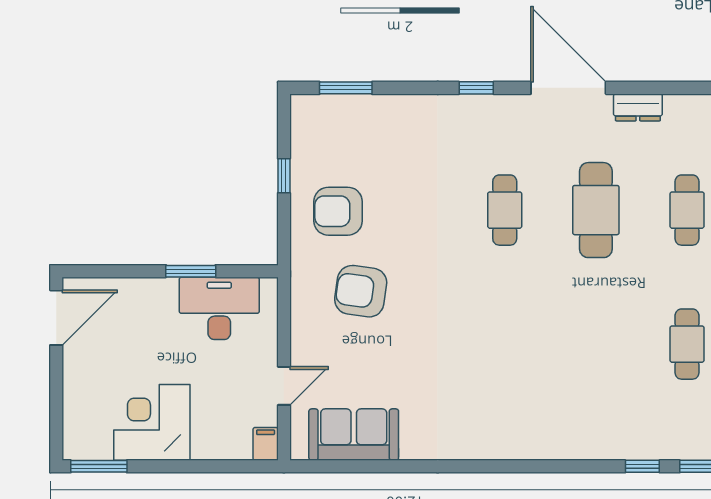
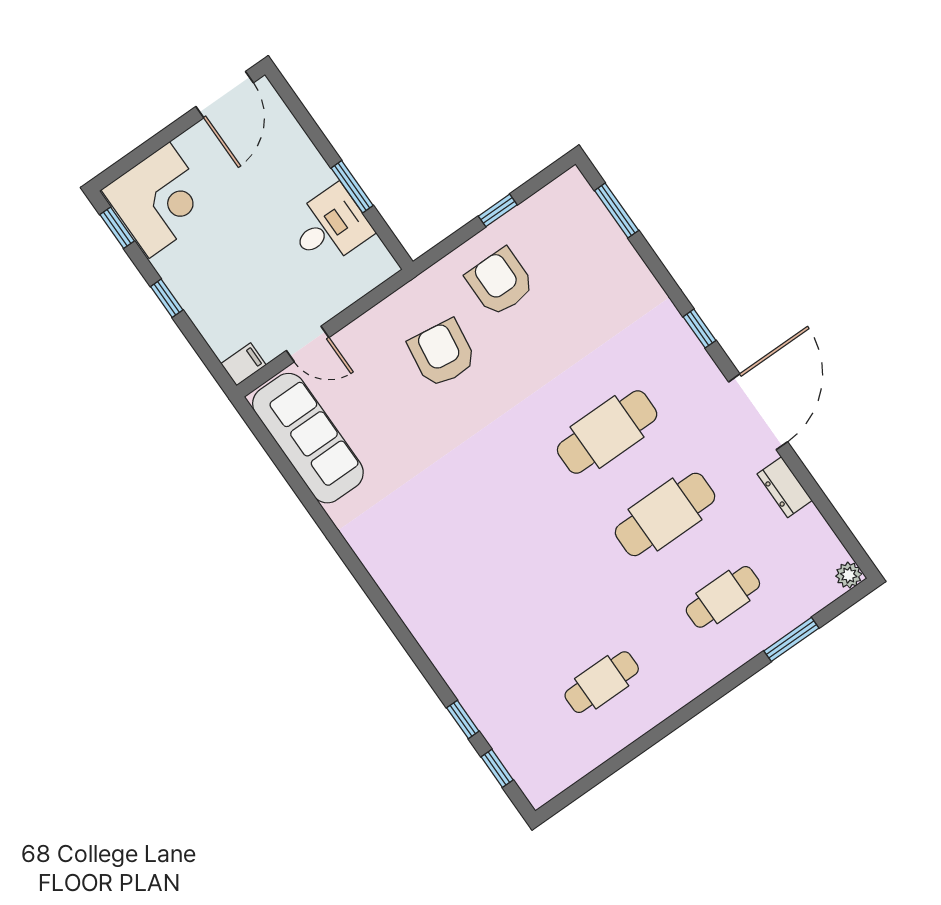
cafe table: (505, 210) -> (607, 432), width x1.37, depth x1.35
desk: (219, 308) -> (330, 226), width x0.73
door: (56, 318) -> (225, 95), hinge flipped
corner desk: (152, 422) -> (159, 200), moved, turned 90
sofa: (354, 435) -> (308, 438), width x1.36
window: (99, 466) -> (117, 228), width x0.67
window: (177, 466) -> (167, 298), added

